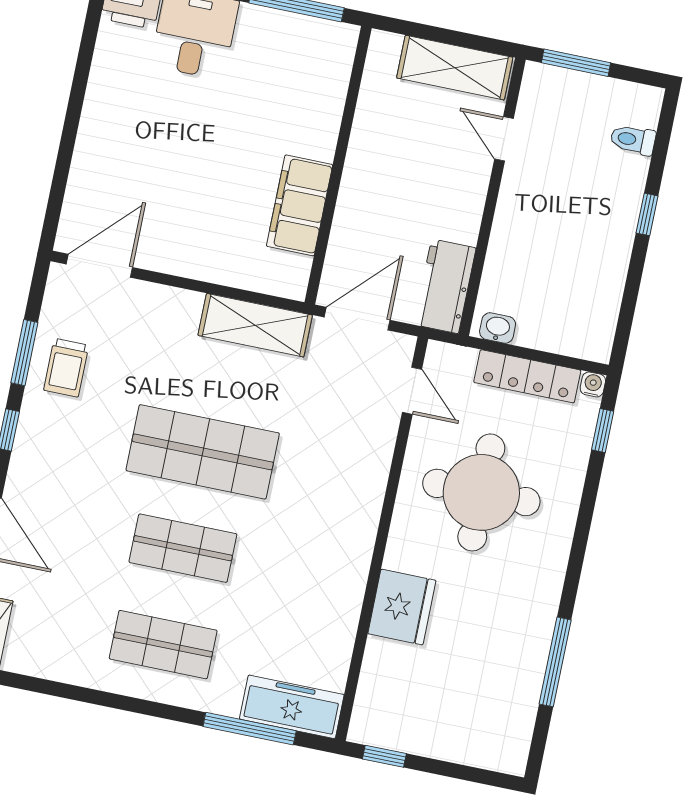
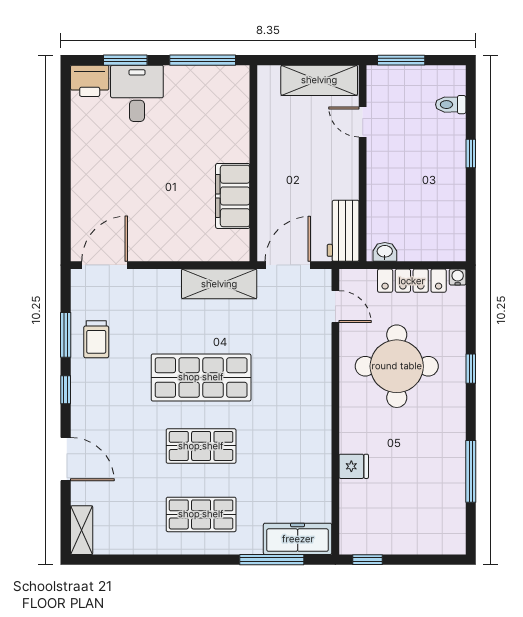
window: (603, 431) -> (471, 369), moved
fridge: (402, 607) -> (354, 466), width x0.53, depth x0.75

